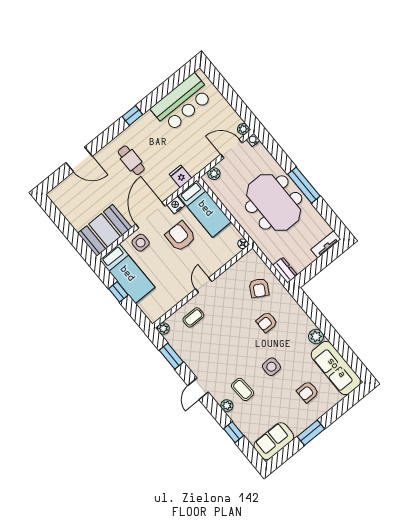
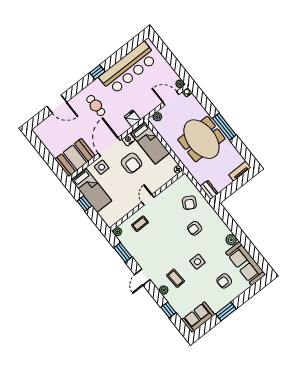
bar counter: (182, 103) -> (128, 68), width x1.36
armchair: (180, 236) -> (131, 163), turned 180

